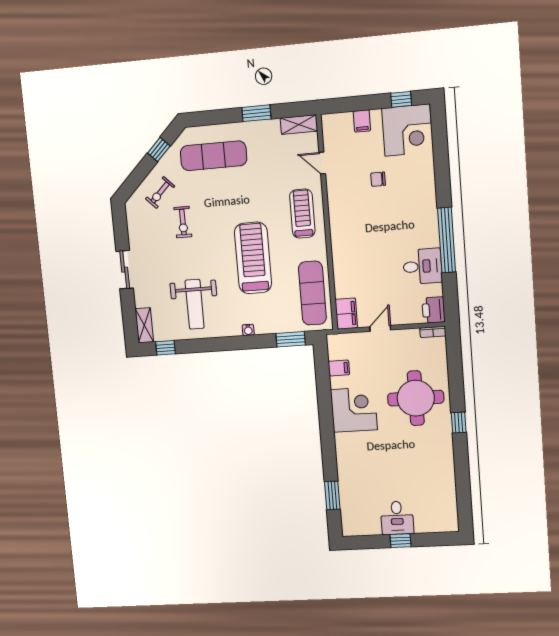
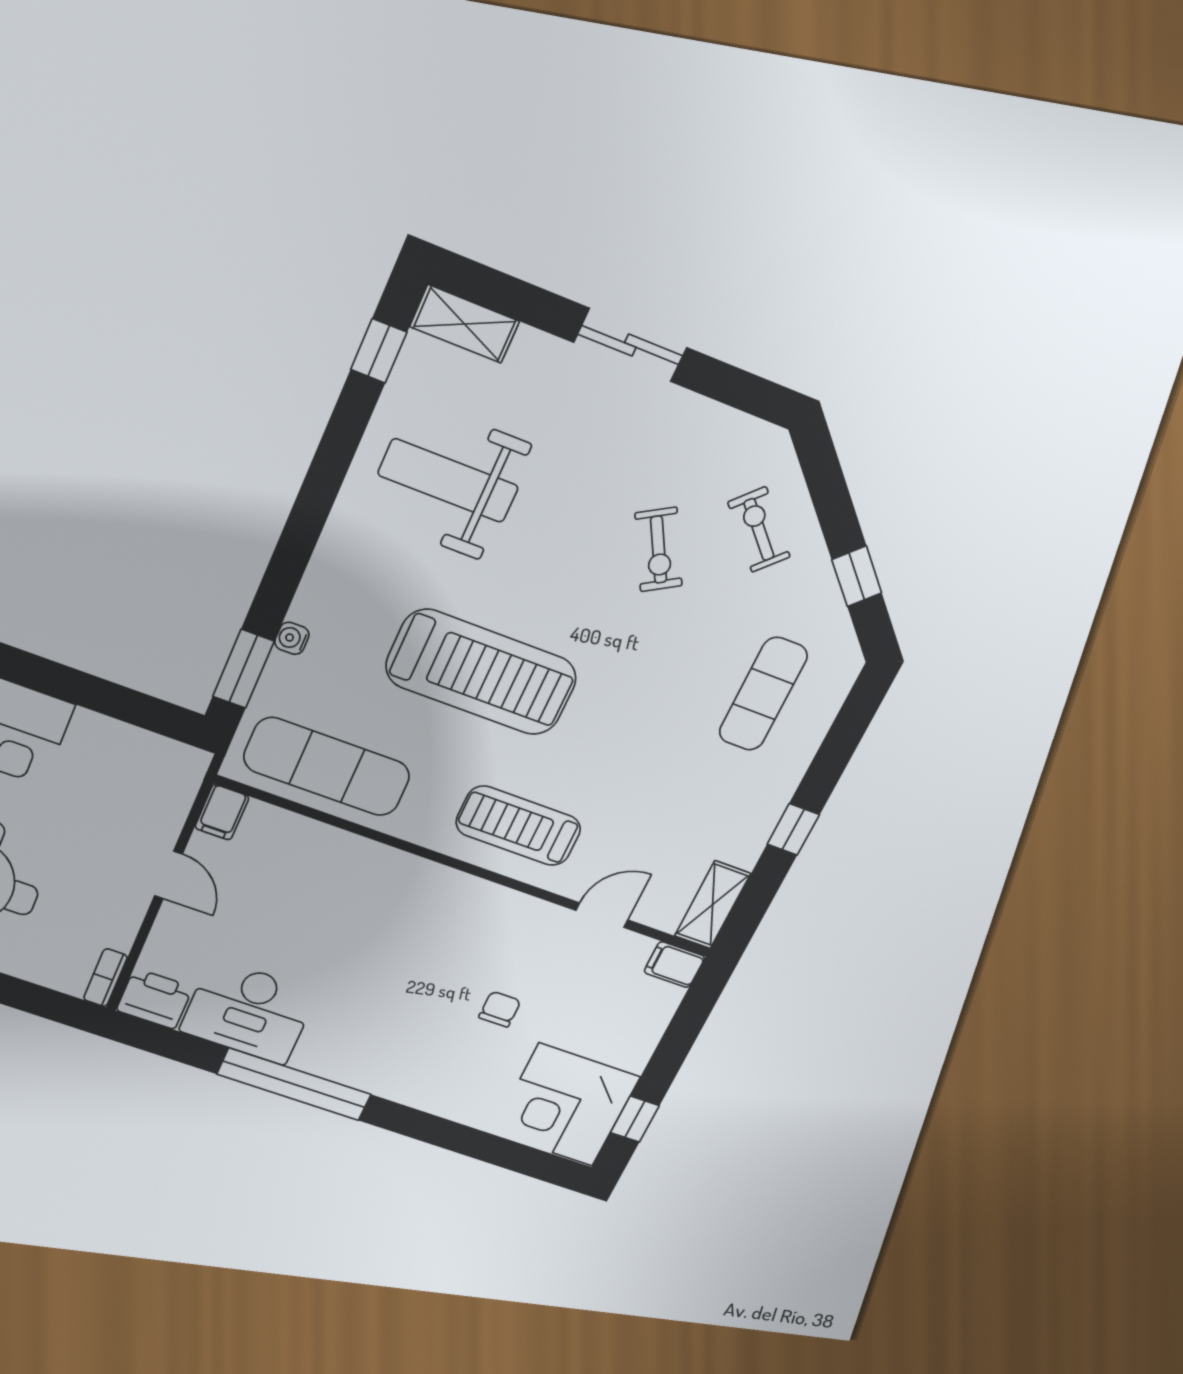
window: (256, 113) -> (793, 829), width x0.67
filing cabinet: (362, 121) -> (674, 965), moved
exercise mat: (213, 156) -> (763, 694), width x0.73, depth x0.69
treadmill: (302, 214) -> (518, 826), turned 180
exercise bike: (183, 222) -> (659, 550), turned -120
desk: (422, 266) -> (248, 1012), width x1.37
filing cabinet: (346, 314) -> (222, 812), width x0.50
water cooler: (248, 330) -> (292, 638), moved
filing cabinet: (339, 368) -> (119, 746), removed

